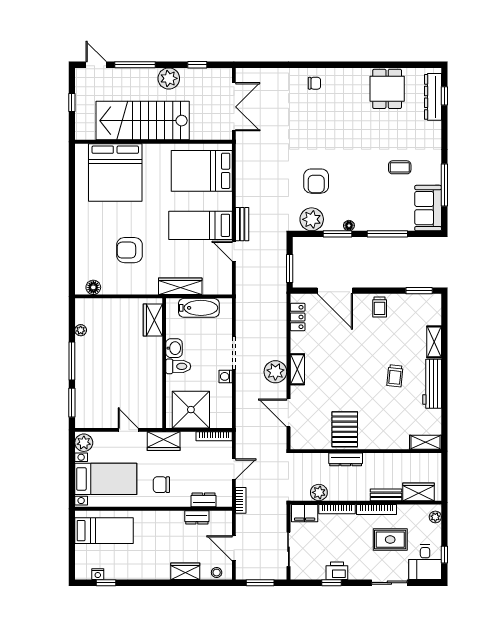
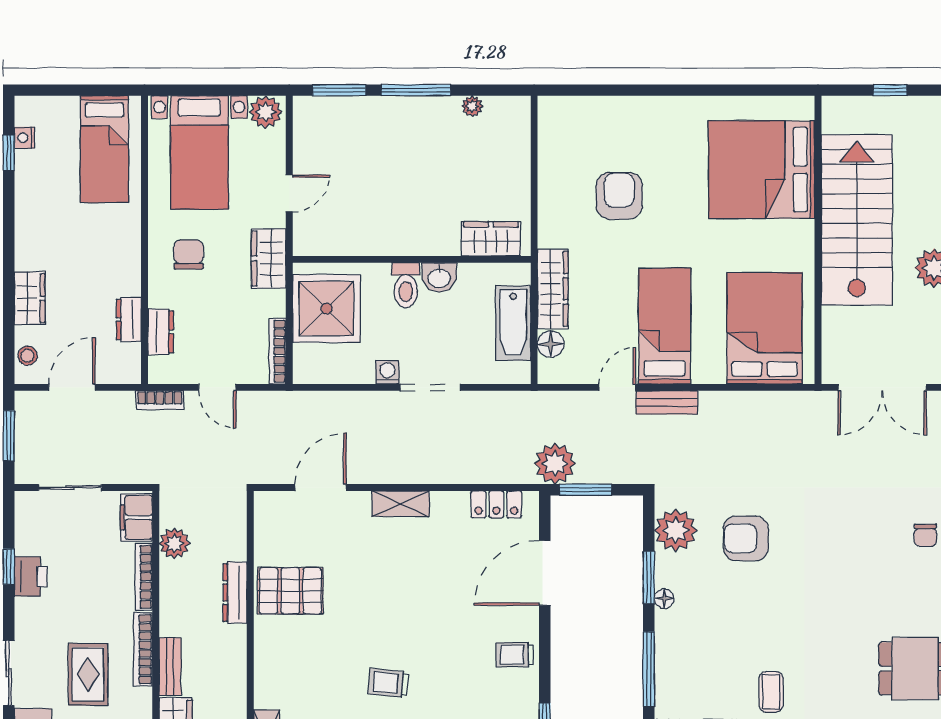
floor lamp: (93, 287) -> (551, 344), moved
plant: (275, 372) -> (555, 464), moved

